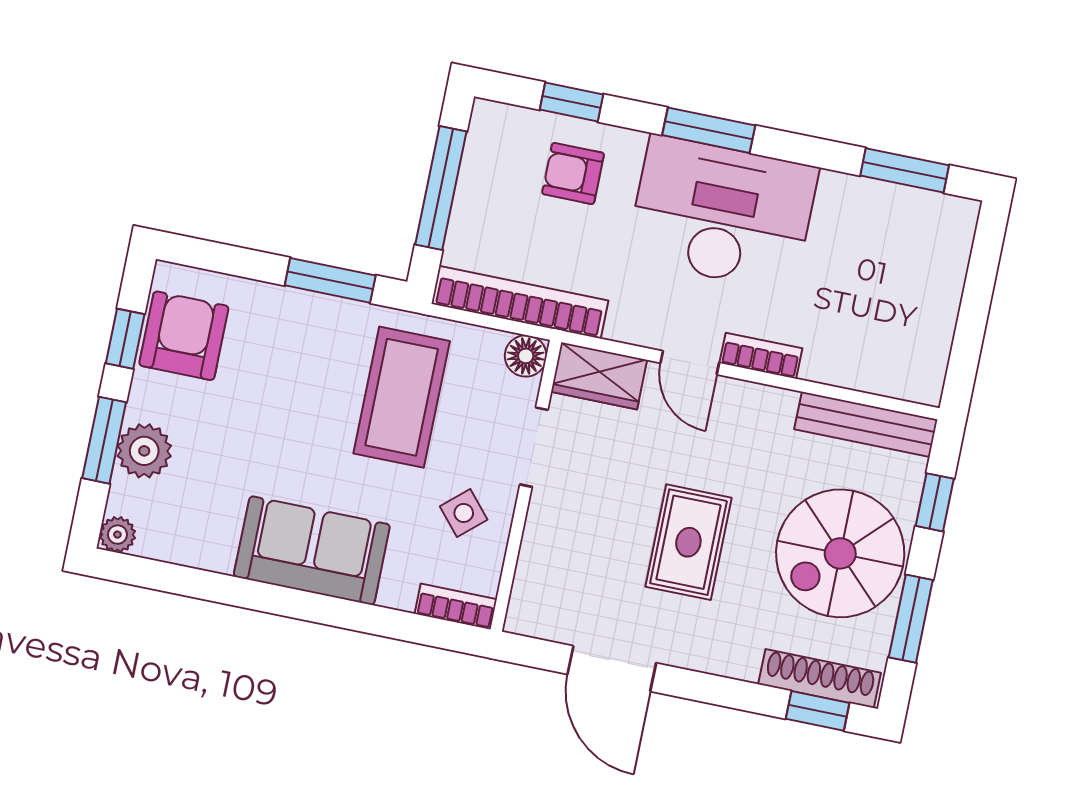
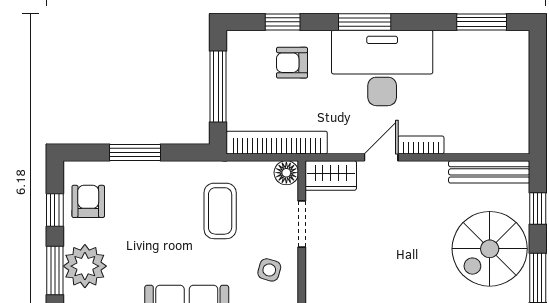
window: (330, 280) -> (135, 152), moved
armchair: (184, 336) -> (88, 201), width x0.72, depth x0.72
door: (690, 363) -> (381, 157), swing flipped
coffee table: (402, 397) -> (220, 211), width x0.73, depth x0.76
plant: (144, 451) -> (85, 266), width x1.36, depth x1.36
side table: (464, 513) -> (269, 270), turned -33
rug: (688, 542) -> (401, 260), removed

